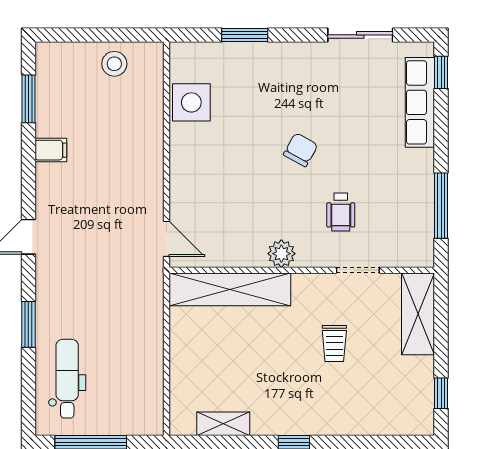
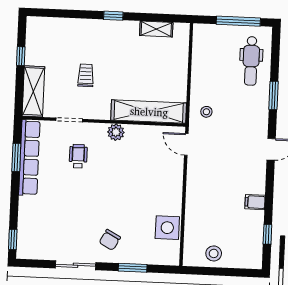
sliding door: (360, 35) -> (75, 265), moved
window: (28, 99) -> (267, 234), width x0.67
row of seats: (420, 102) -> (29, 158), moved, width x1.36
chair: (301, 150) -> (110, 240), moved
window: (441, 206) -> (16, 157), width x0.69
stool: (136, 293) -> (206, 112), added
window: (441, 393) -> (21, 56), moved

